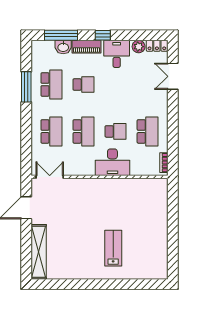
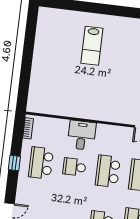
window: (173, 128) -> (14, 163), added
desk: (112, 162) -> (82, 135), width x0.73

